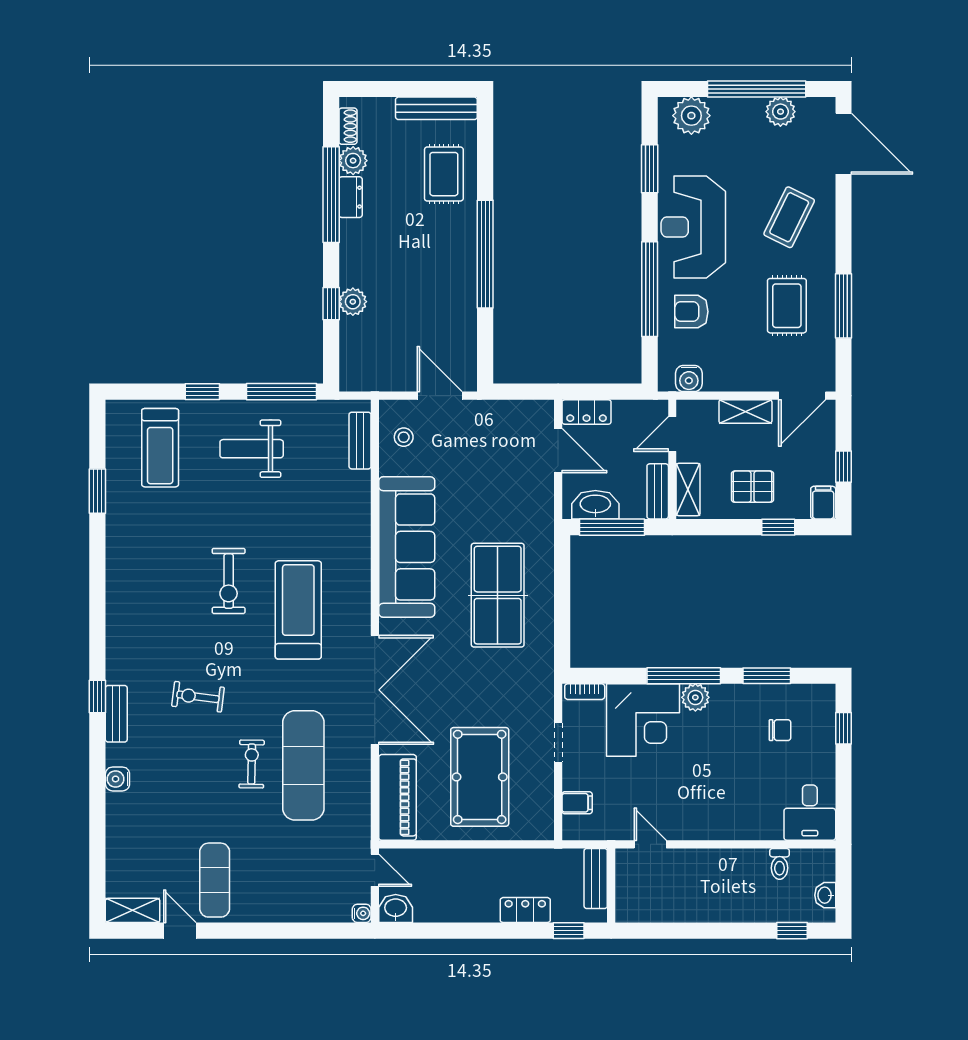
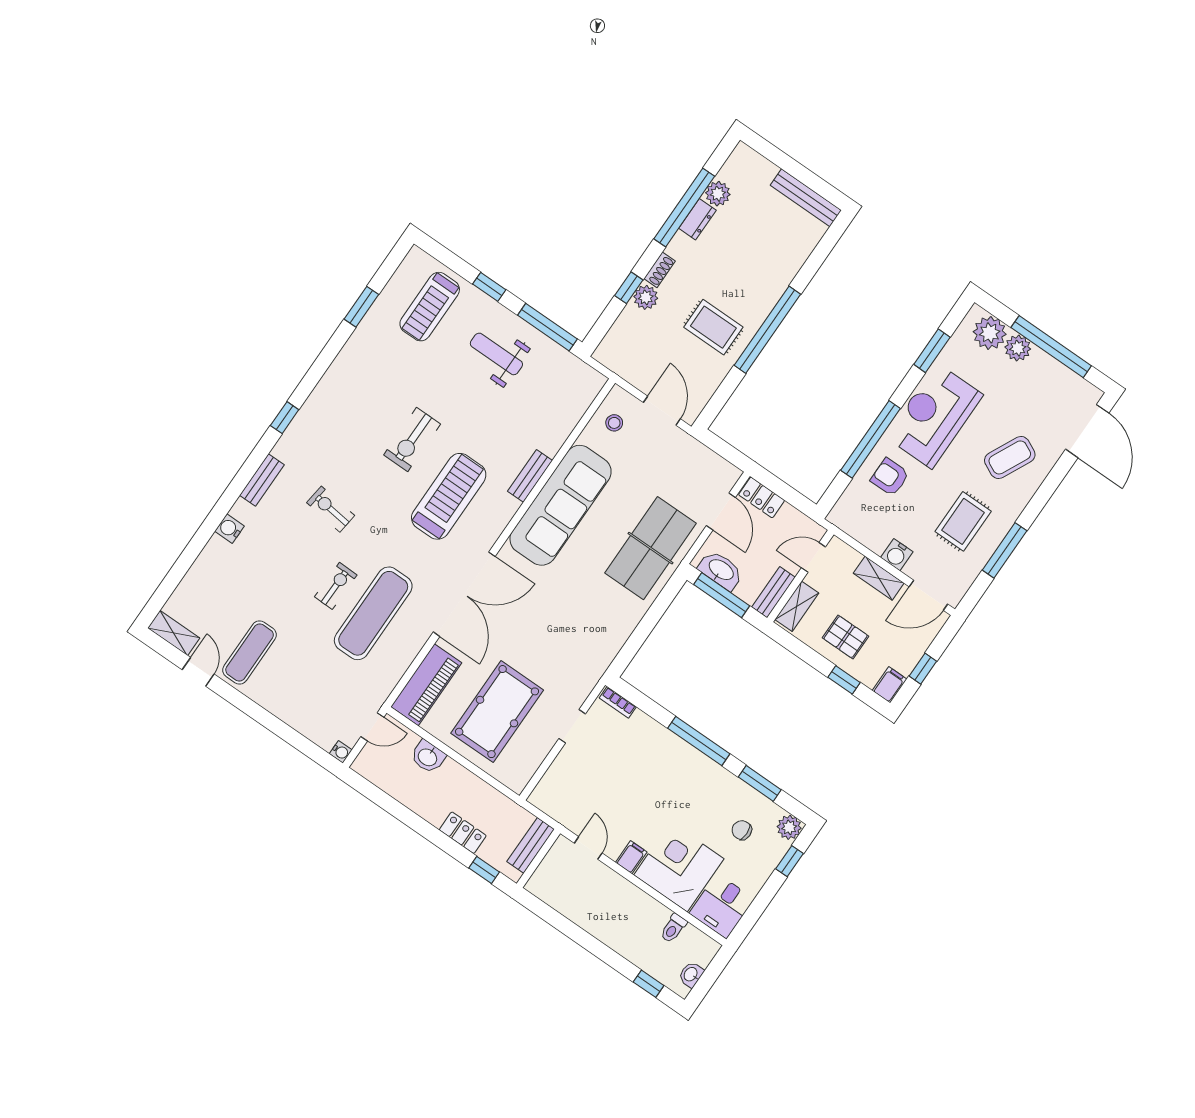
plant: (780, 112) -> (1018, 348), moved
shoe rack: (348, 126) -> (660, 270), moved
rug: (444, 174) -> (713, 327), moved, turned 90
water cooler: (689, 378) -> (897, 555), moved
bench: (360, 441) -> (530, 476), moved
table tennis table: (498, 595) -> (650, 548), moved
window: (97, 696) -> (285, 418), moved
plant: (695, 697) -> (789, 827), moved
corner desk: (643, 720) -> (679, 867), moved, turned 180
chair: (780, 730) -> (742, 830), turned 180
filing cabinet: (577, 803) -> (631, 857), moved, turned -90
door: (375, 870) -> (372, 727), hinge flipped
washbasin: (396, 908) -> (428, 757), moved, turned 180

